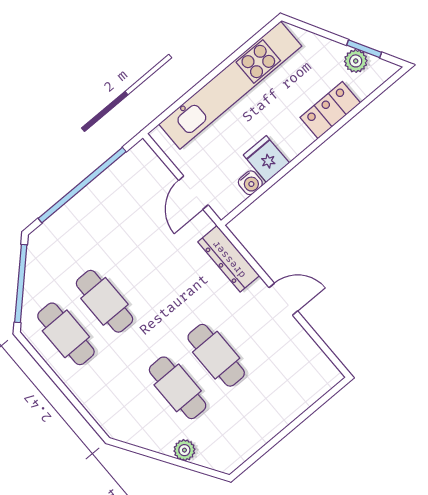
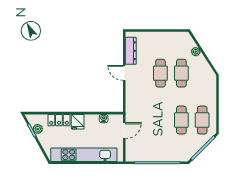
fridge: (266, 159) -> (78, 122), moved
dresser: (229, 259) -> (131, 51), moved

